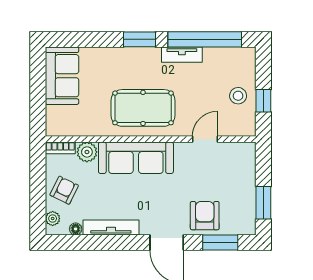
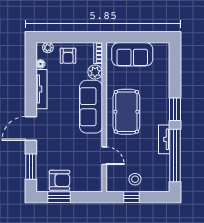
sofa: (62, 76) -> (132, 54), moved
armchair: (64, 190) -> (68, 56), turned 64
armchair: (205, 216) -> (60, 180), moved

